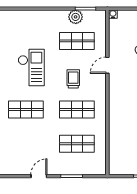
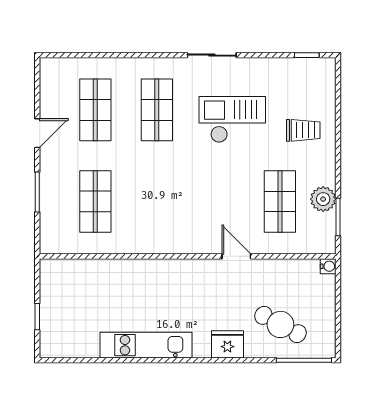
checkout: (31, 67) -> (232, 119), turned 180
trolley: (73, 79) -> (303, 130), moved
shop shelf: (77, 109) -> (95, 110), moved
door: (39, 176) -> (37, 133), hinge flipped

